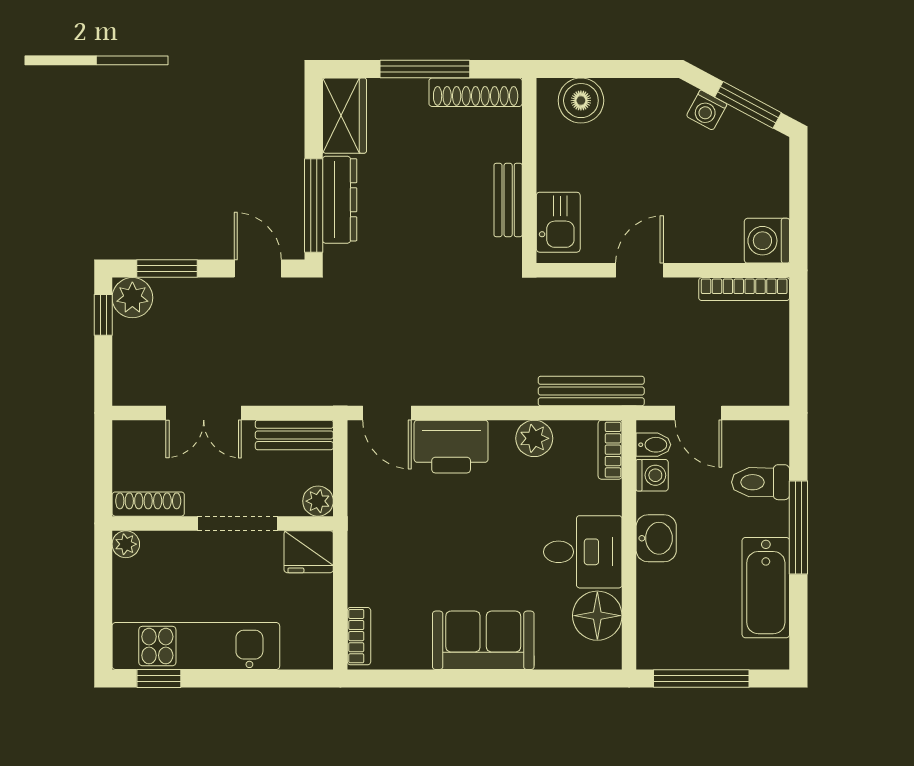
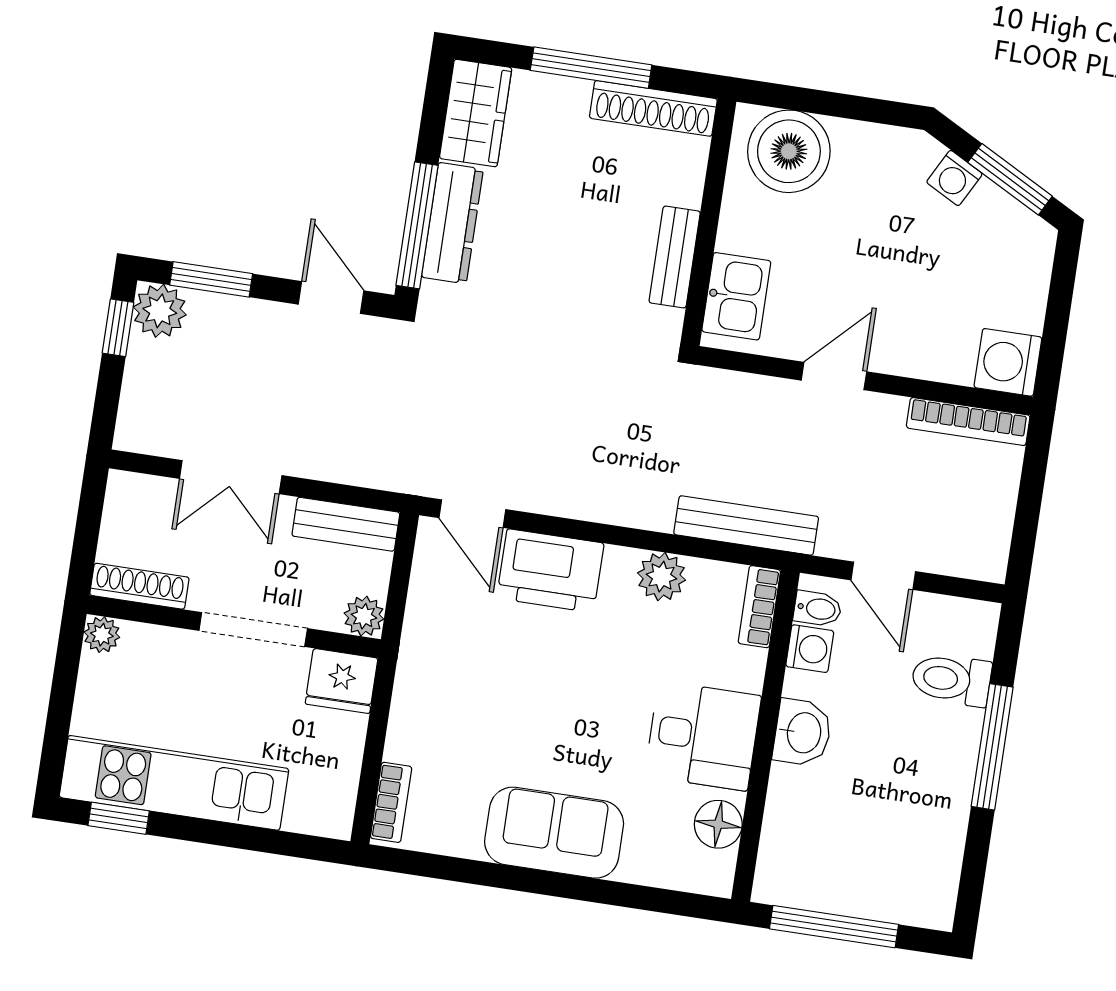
boiler: (581, 101) -> (789, 151), width x1.37, depth x1.37
bathtub: (766, 588) -> (937, 819), removed
floor lamp: (597, 616) -> (718, 824), width x0.73, depth x0.73

